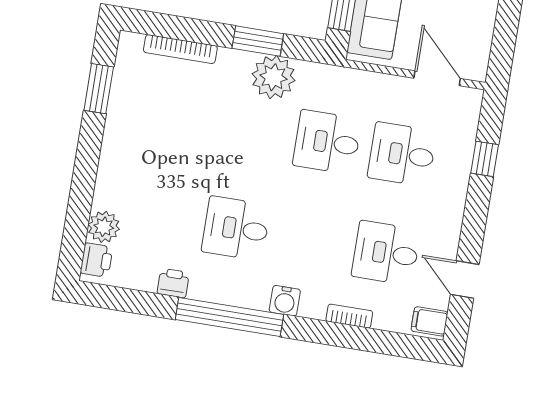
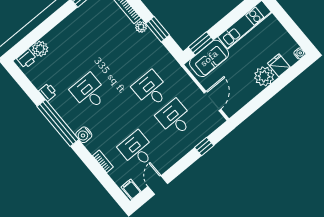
plant: (273, 77) -> (141, 27), moved, width x0.53, depth x0.53

